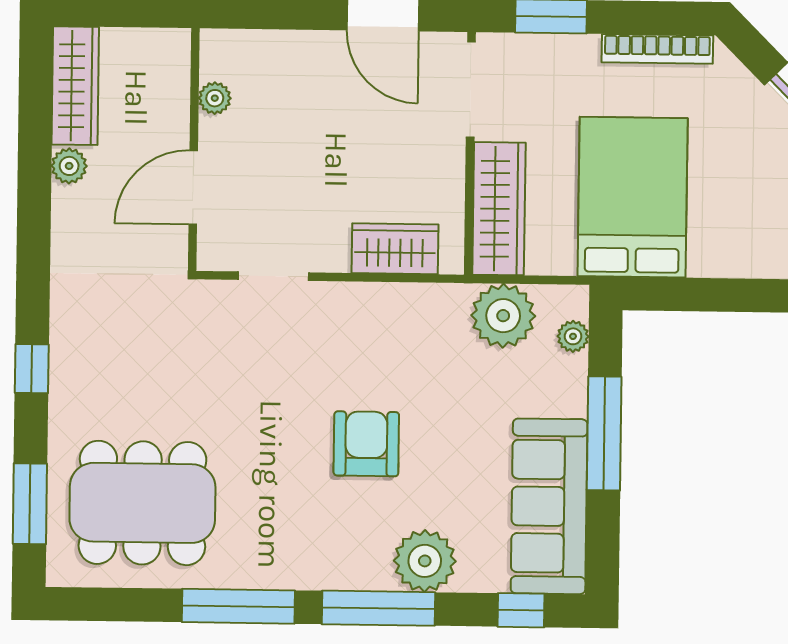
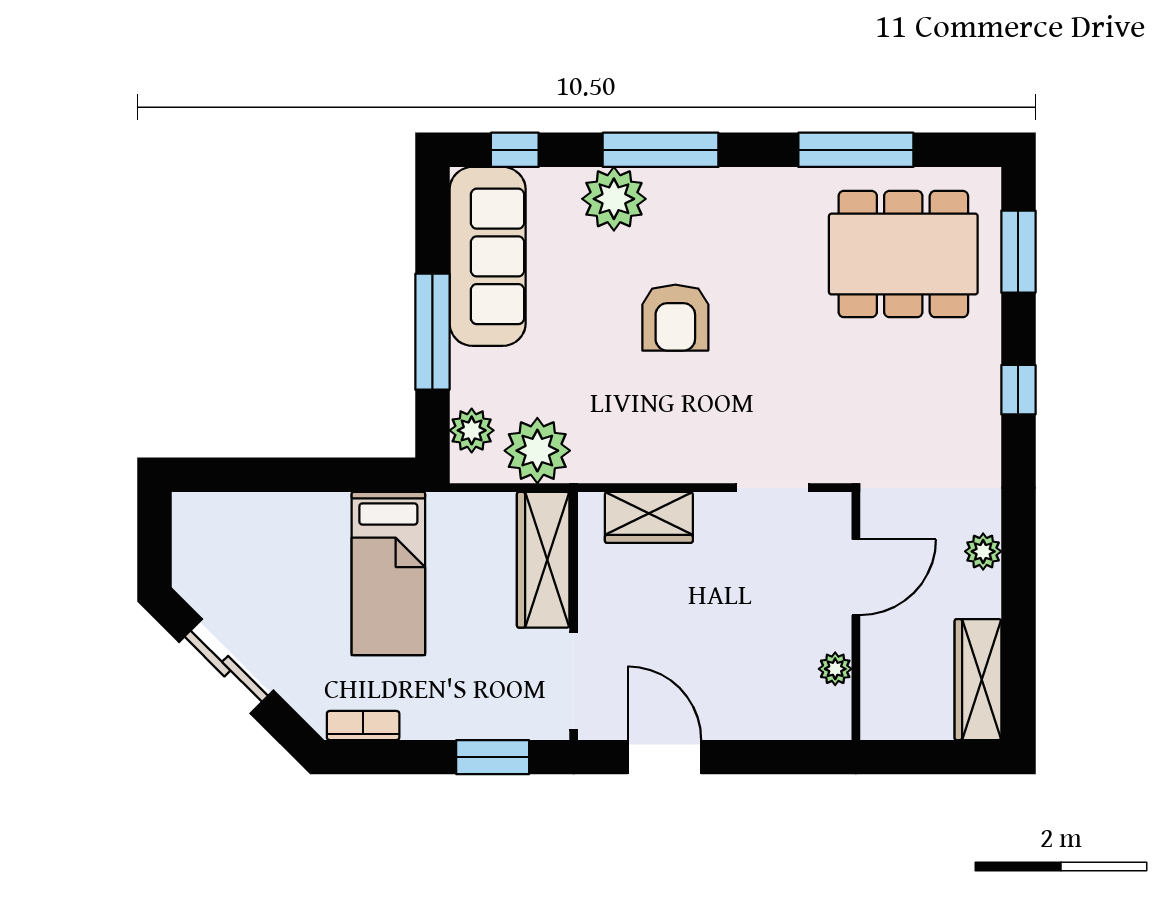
bookcase: (657, 49) -> (363, 726), width x0.64
plant: (69, 166) -> (983, 551), moved
bed: (633, 197) -> (388, 574), width x0.67
plant: (573, 336) -> (472, 430), width x1.38, depth x1.38
window: (238, 606) -> (856, 150), moved

